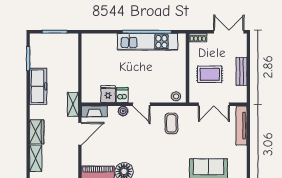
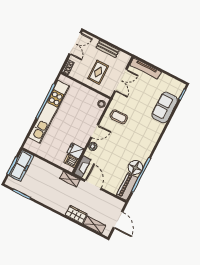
double door: (229, 32) -> (75, 43), swing flipped
kitchen unit: (148, 42) -> (49, 112), width x1.36
freezer: (38, 86) -> (21, 166), moved, turned 90
dishwasher: (122, 95) -> (71, 161), moved

